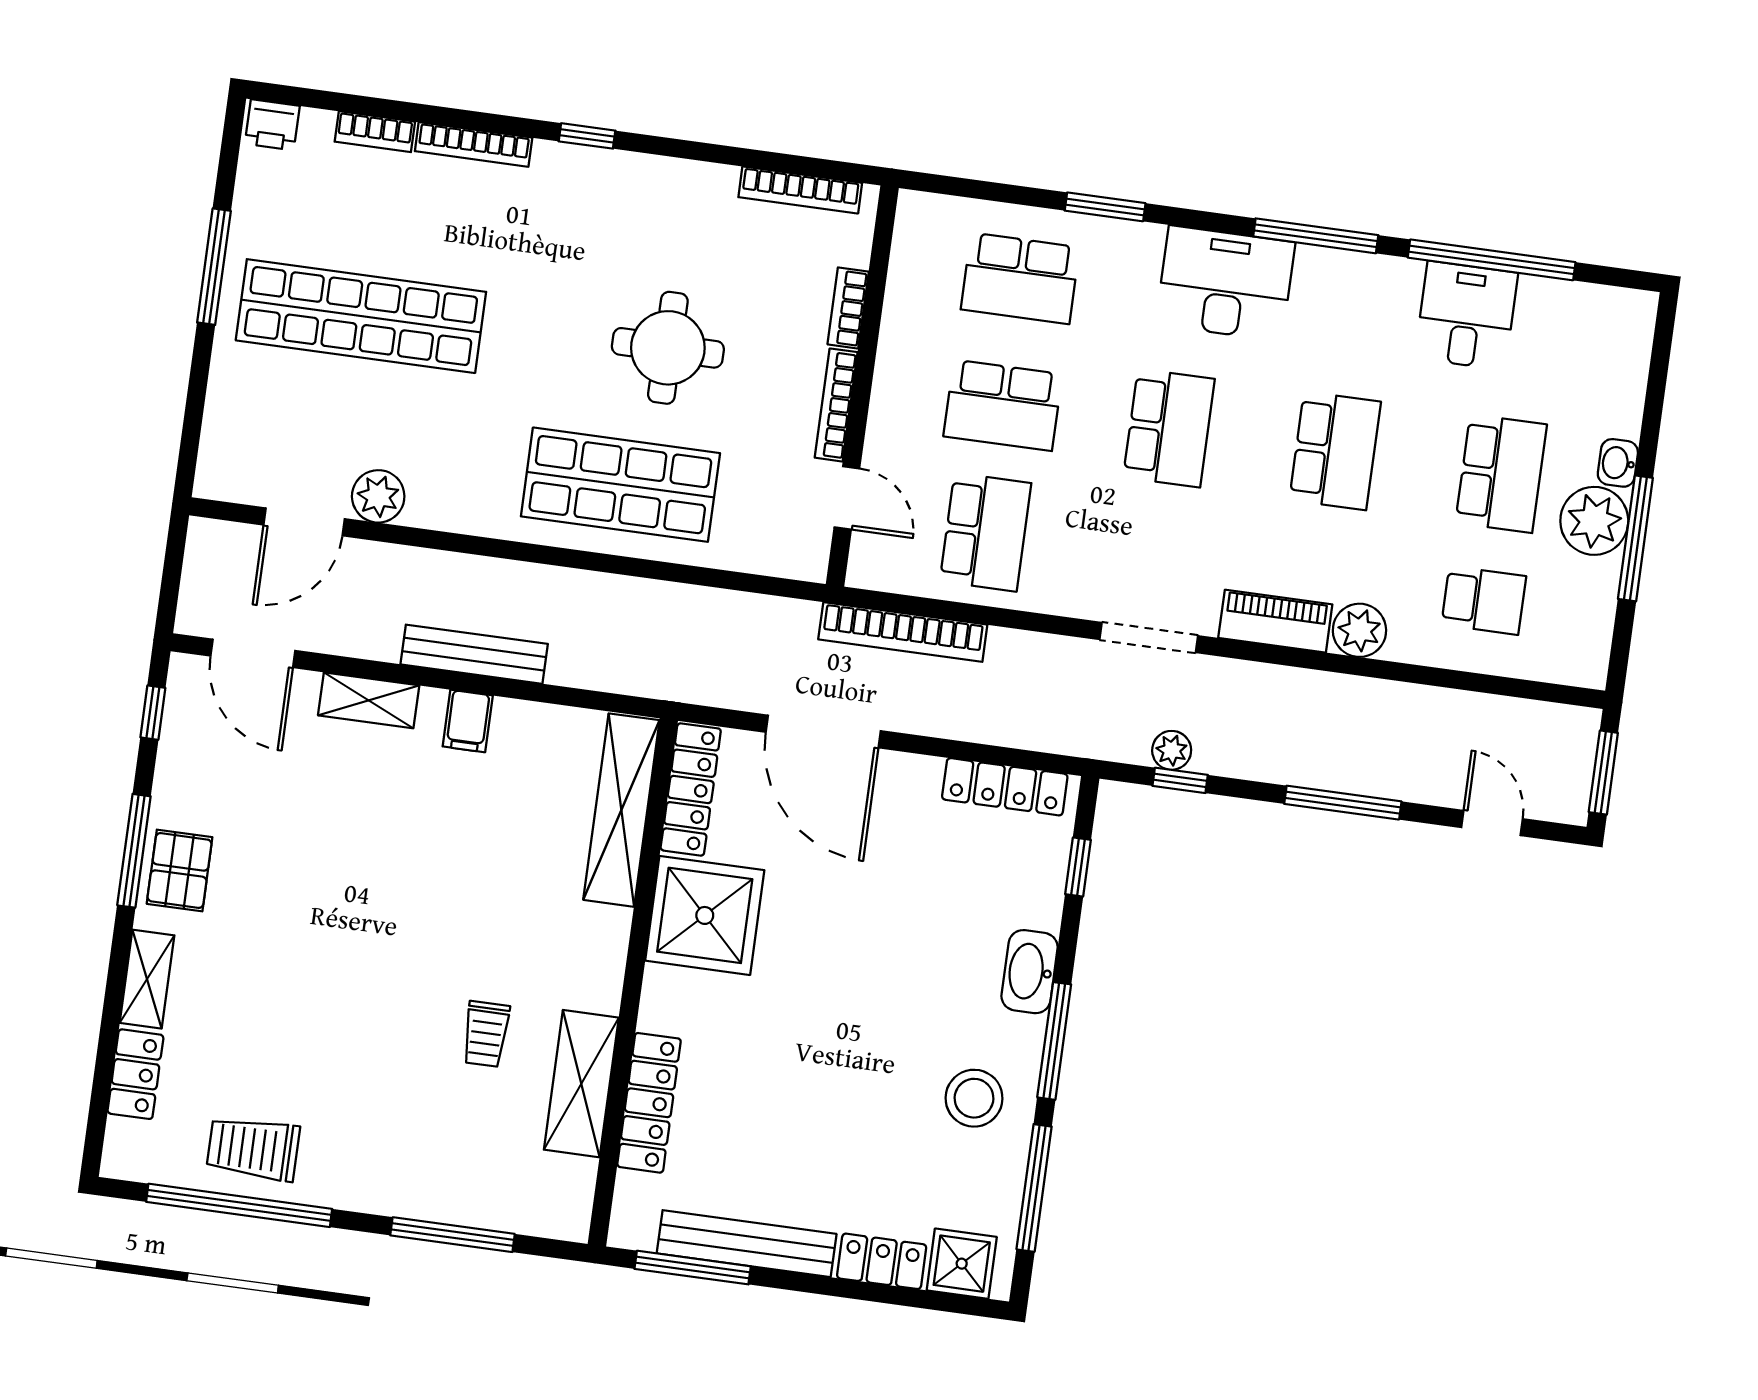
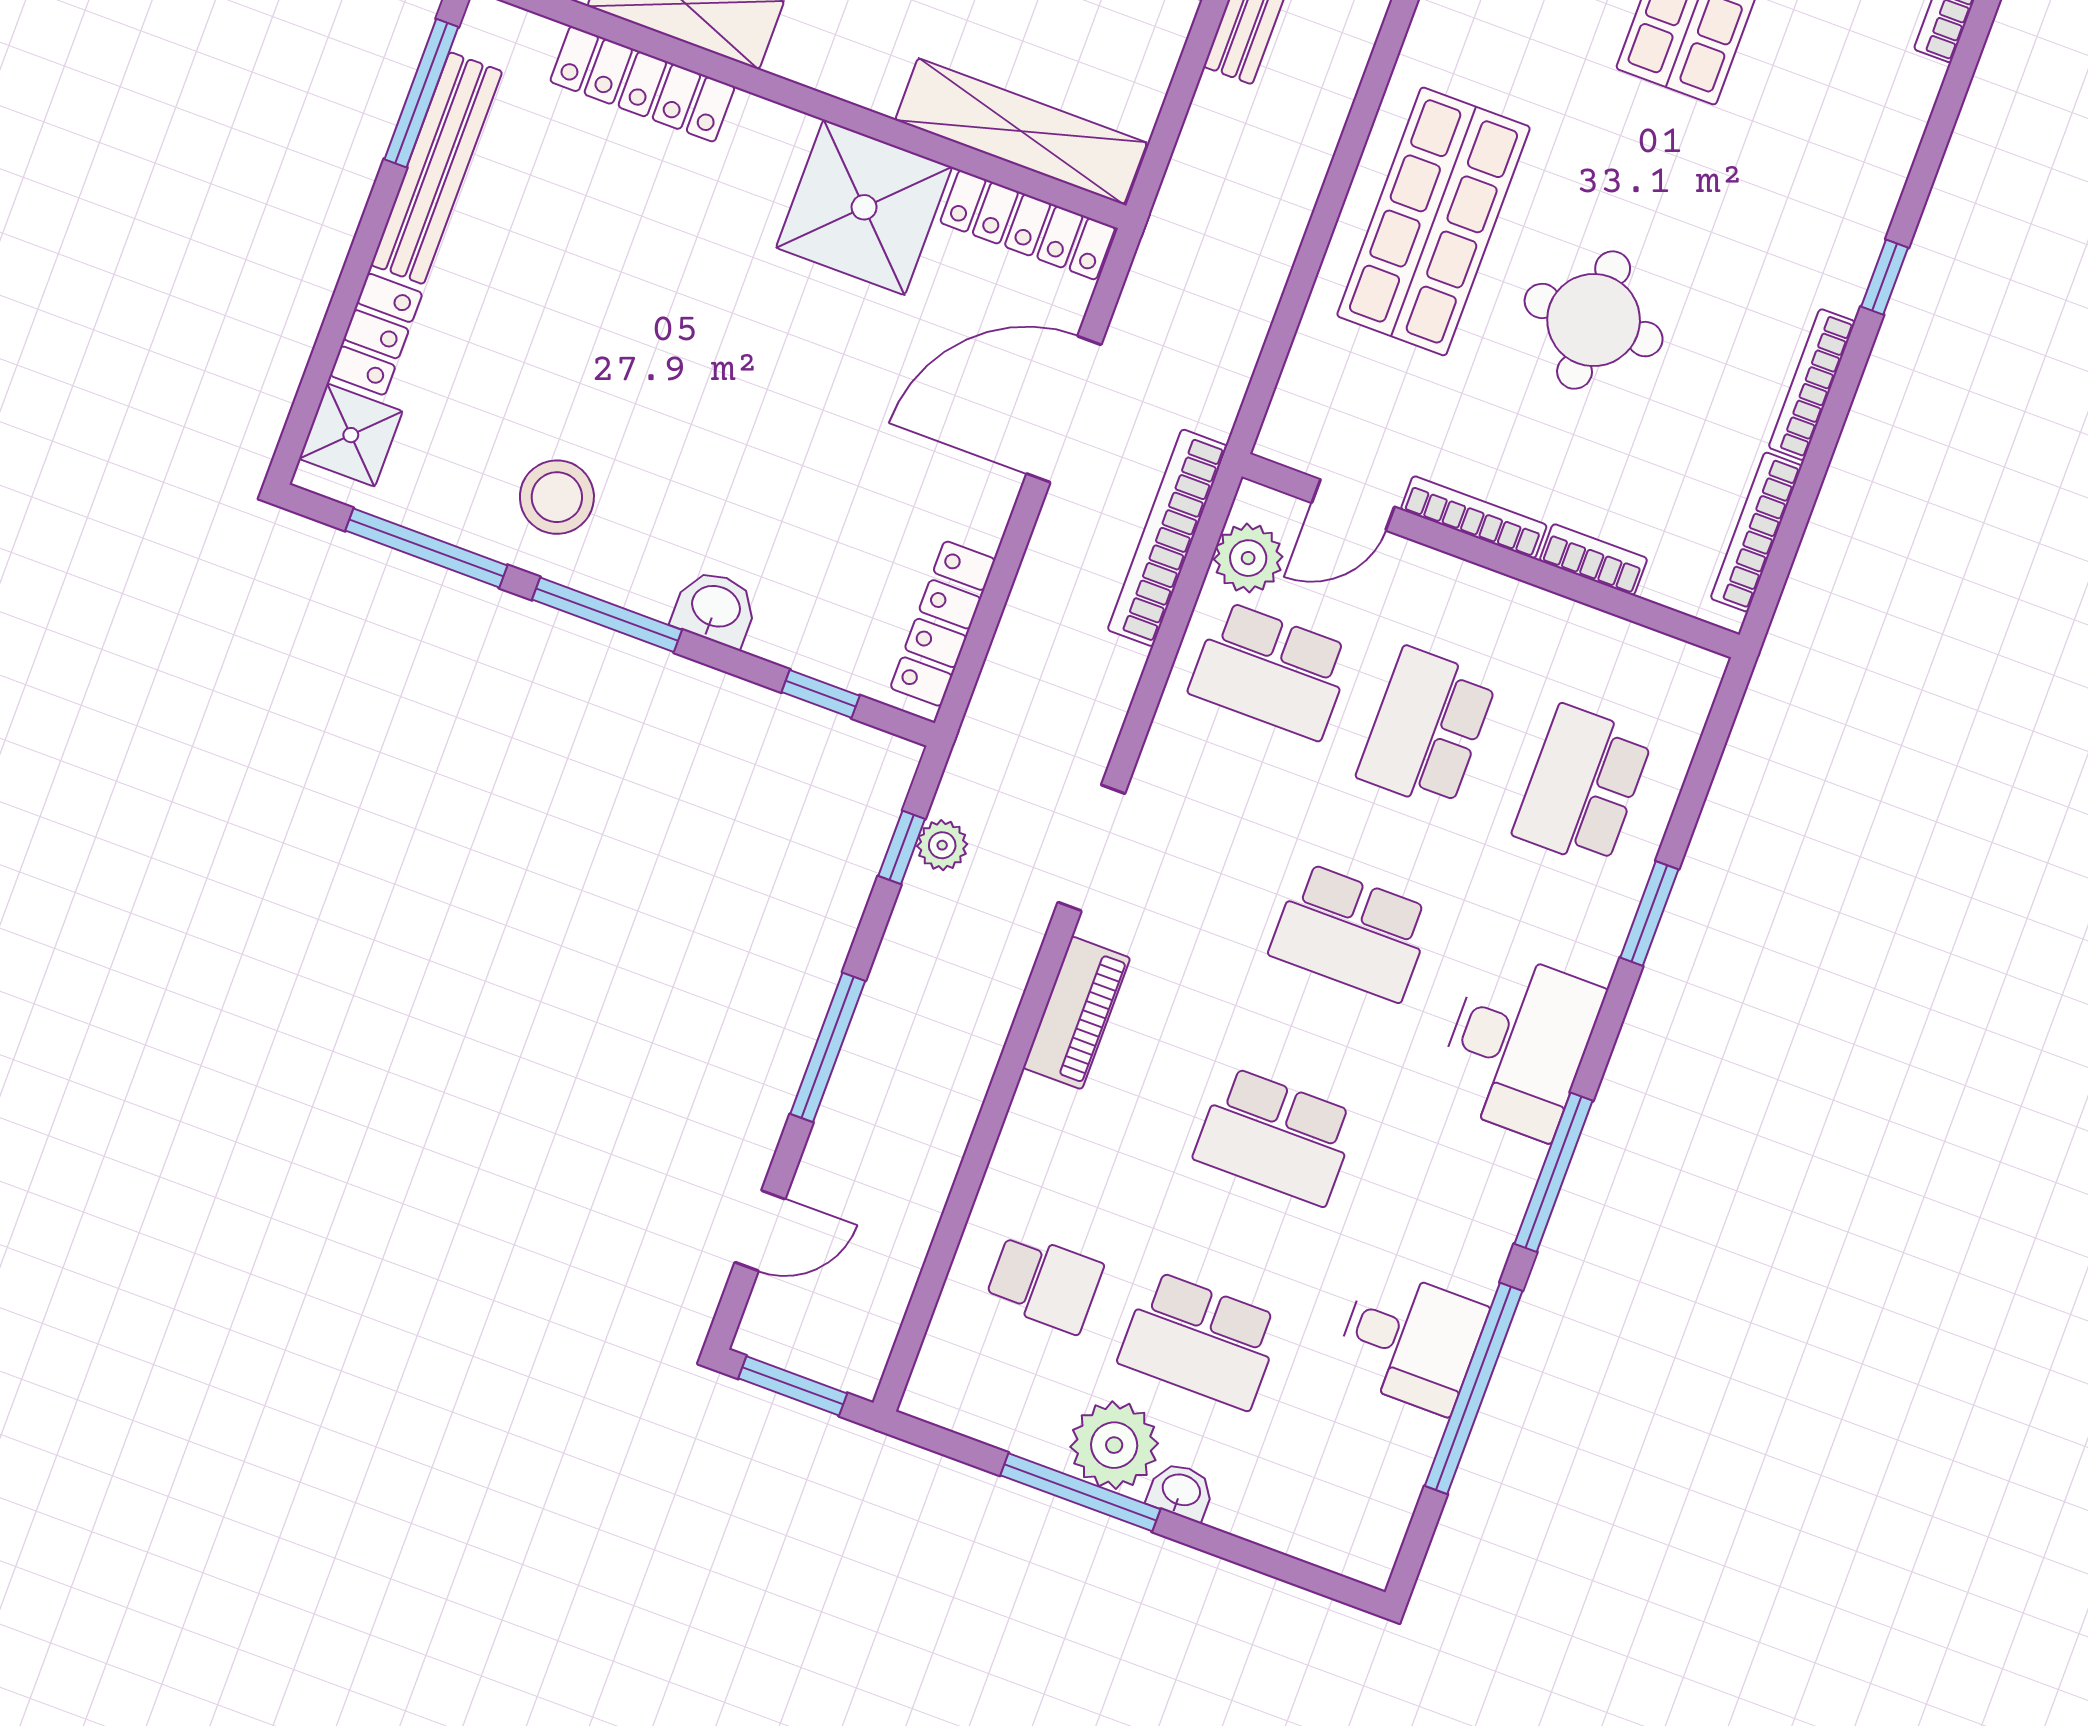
bookcase: (474, 144) -> (1812, 385), moved
school desk: (1484, 600) -> (1044, 1283), turned -90
plant: (1359, 630) -> (1248, 558), moved
washbasin: (1030, 972) -> (715, 608), width x0.72

